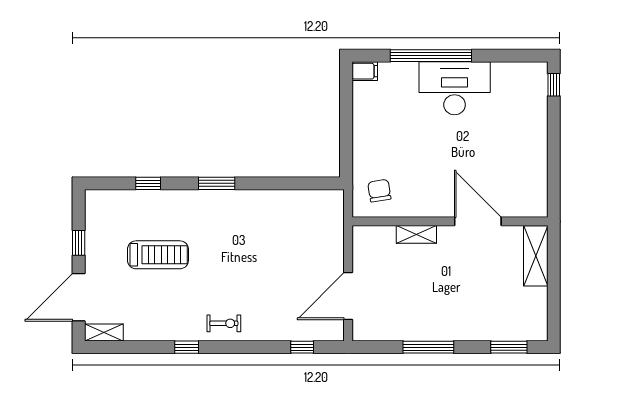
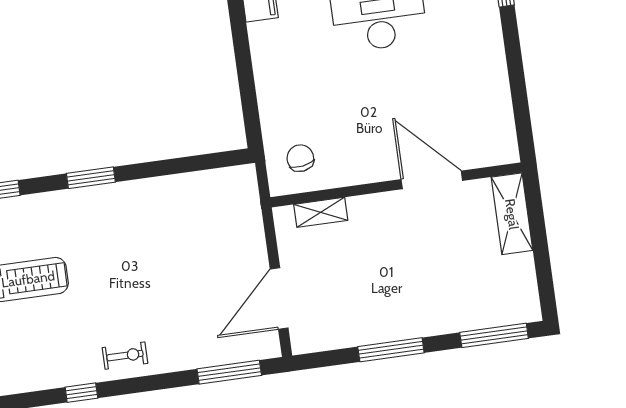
shelving: (416, 234) -> (321, 212), moved
window: (302, 347) -> (229, 372), width x2.17
window: (509, 347) -> (494, 335), width x1.44

